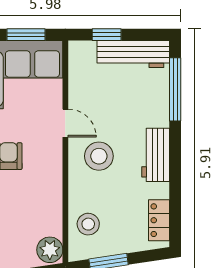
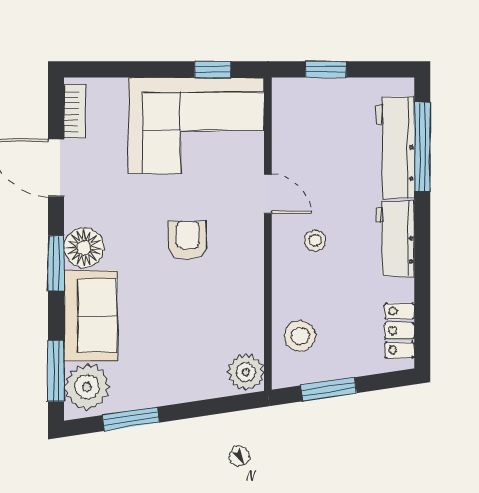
window: (26, 35) -> (212, 69), width x0.67
workbench: (133, 54) -> (395, 148), moved, turned 90
stool: (99, 156) -> (315, 240), width x0.53, depth x0.53

